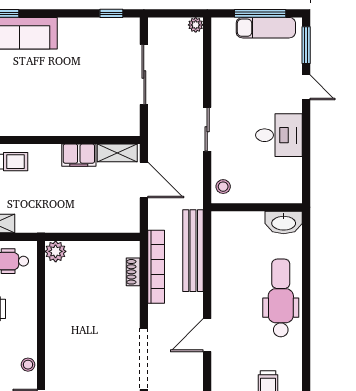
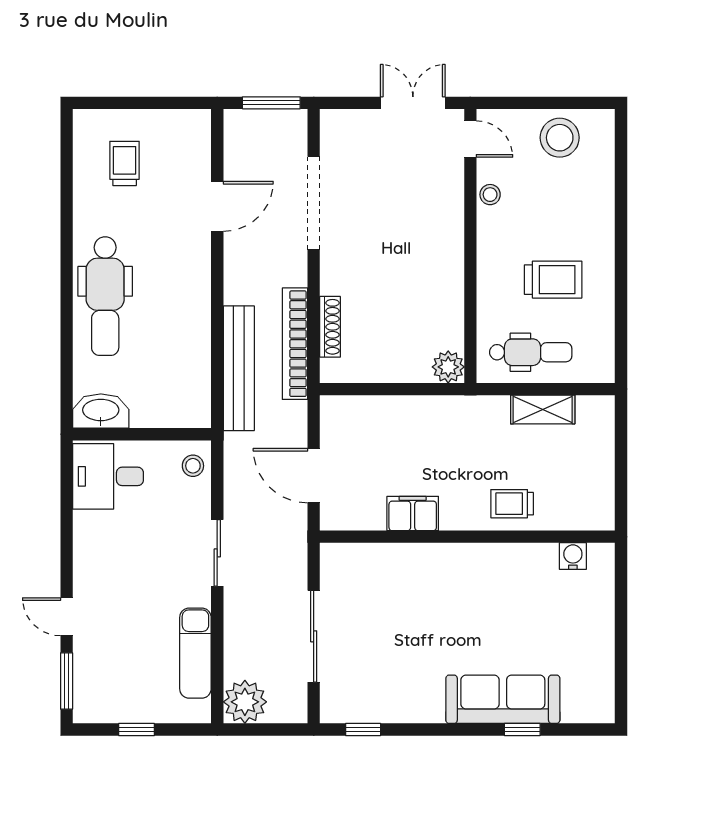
window: (260, 13) -> (137, 730), width x0.46
plant: (196, 25) -> (245, 702), width x1.87, depth x1.87
exam couch: (266, 28) -> (195, 653), moved, turned -90
desk: (279, 135) -> (108, 476), moved
shelving: (117, 153) -> (354, 517), removed
shoe rack: (133, 272) -> (330, 327), width x1.43
door: (207, 335) -> (217, 206), moved

